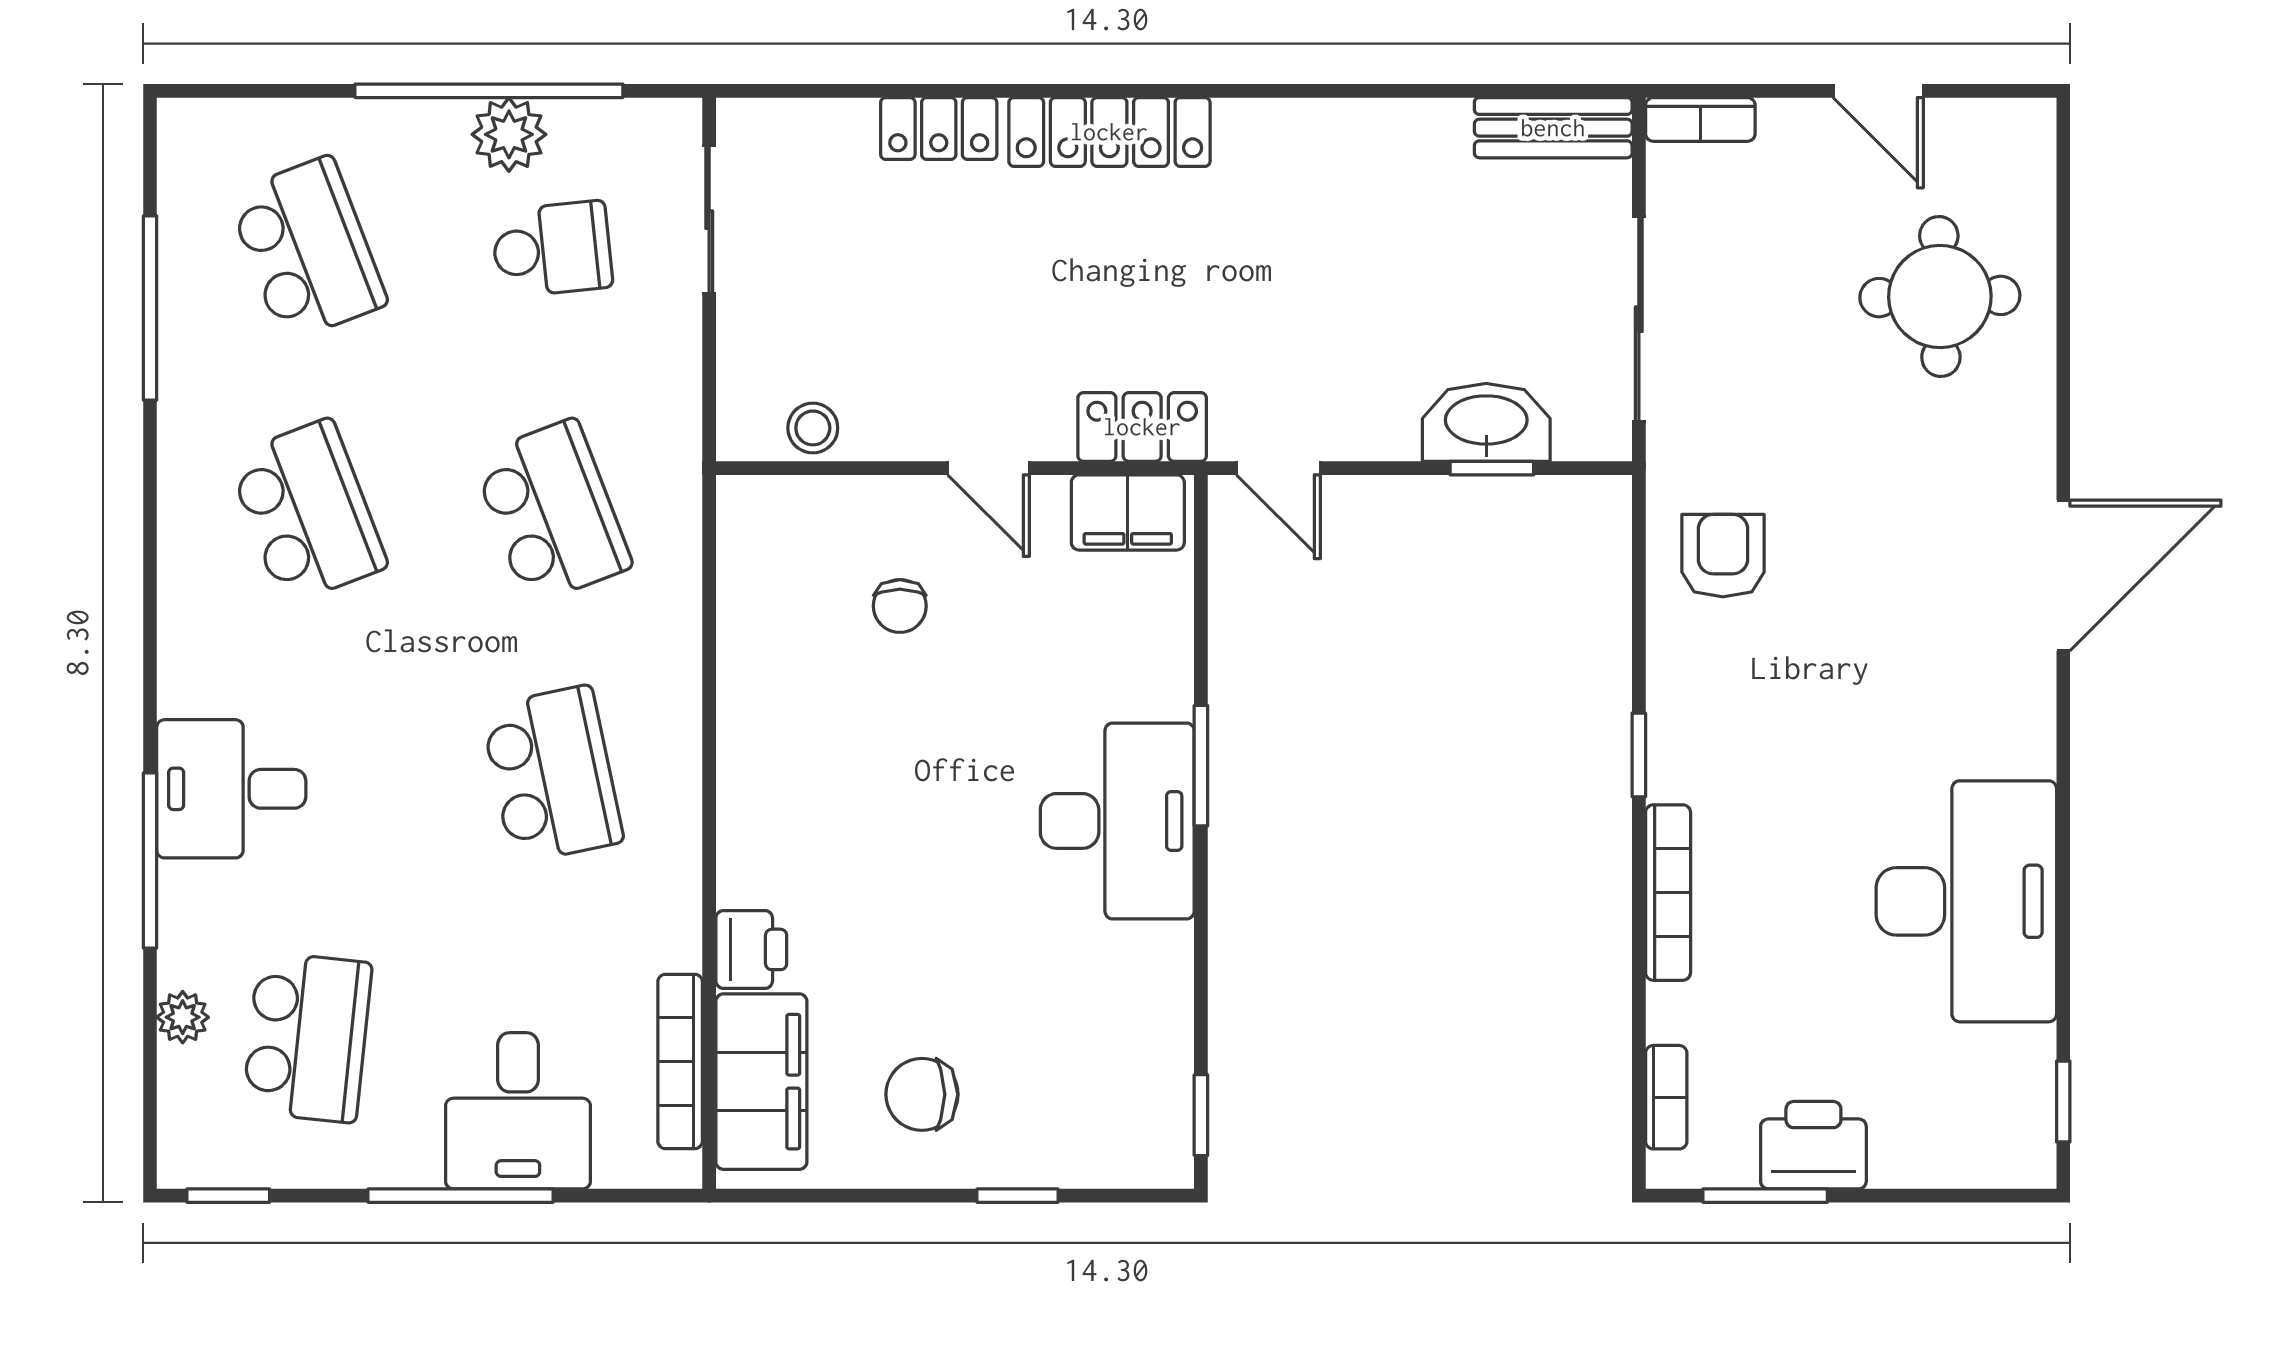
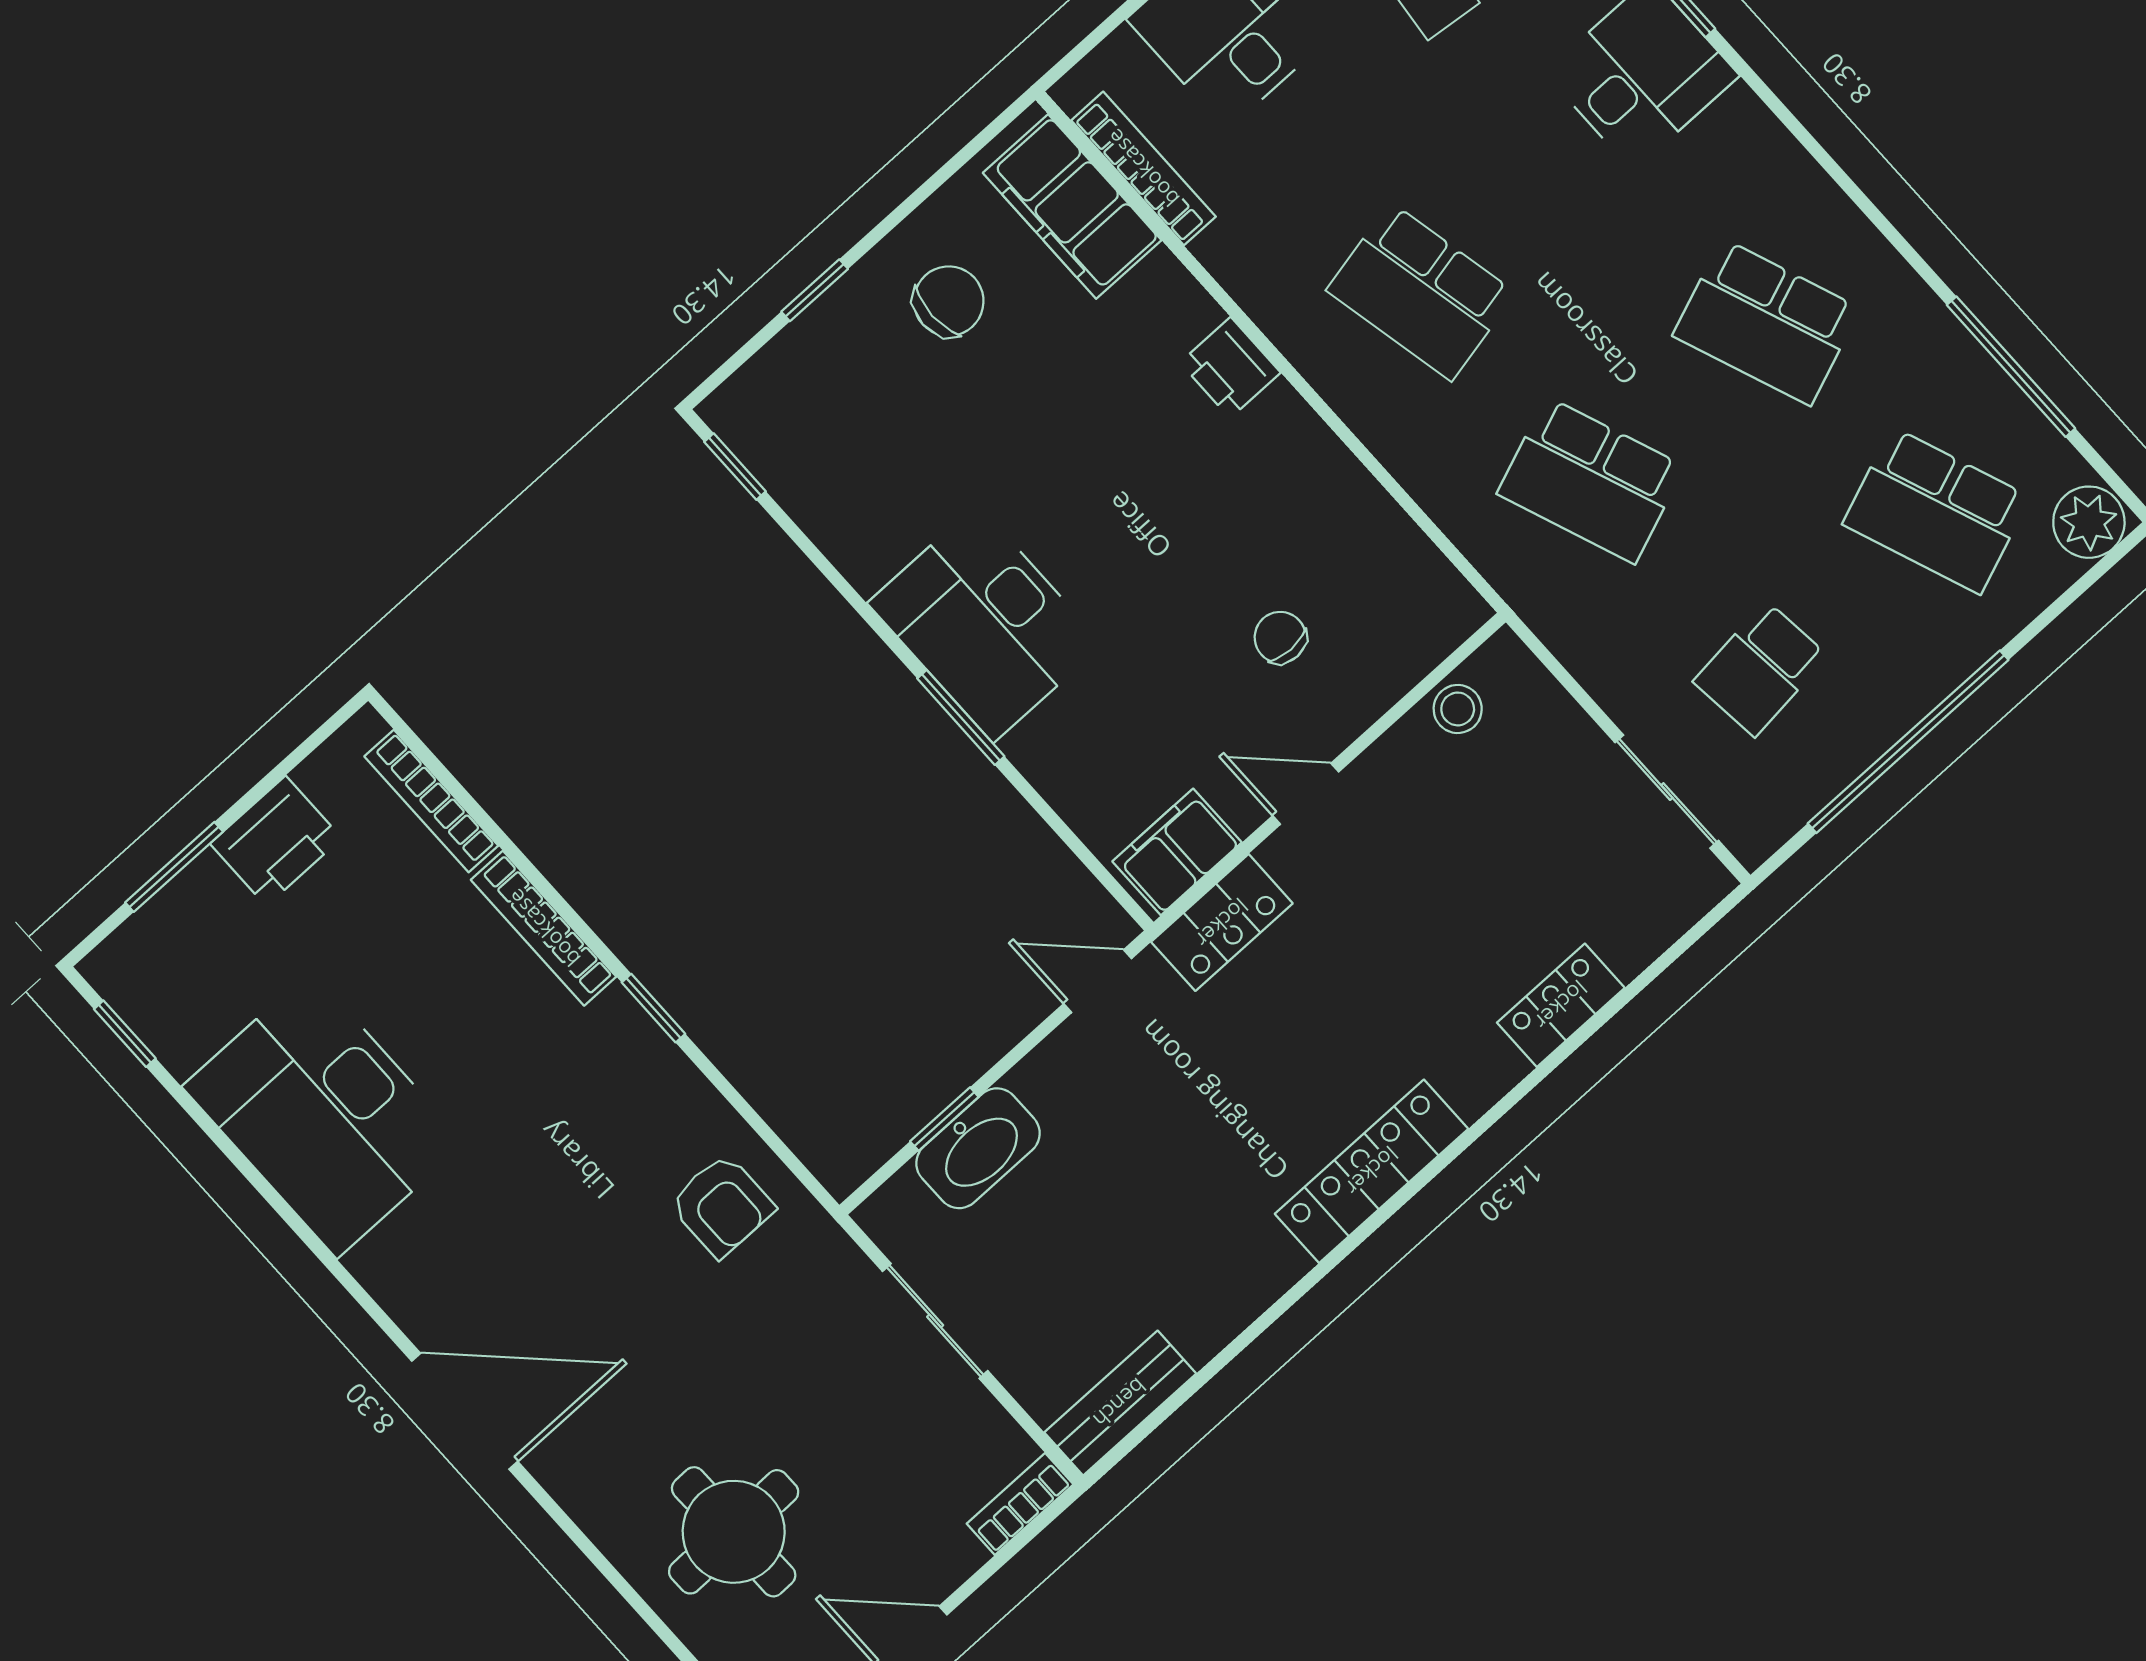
locker: (1109, 132) -> (1372, 1171), moved
plant: (509, 134) -> (2089, 522), moved
sliding door: (1639, 319) -> (935, 1321), width x0.73
door: (2063, 576) -> (465, 1411), swing flipped
printer: (751, 949) -> (1230, 368), moved
bookcase: (1666, 1097) -> (431, 801), width x1.56
window: (1765, 1196) -> (174, 867), moved

